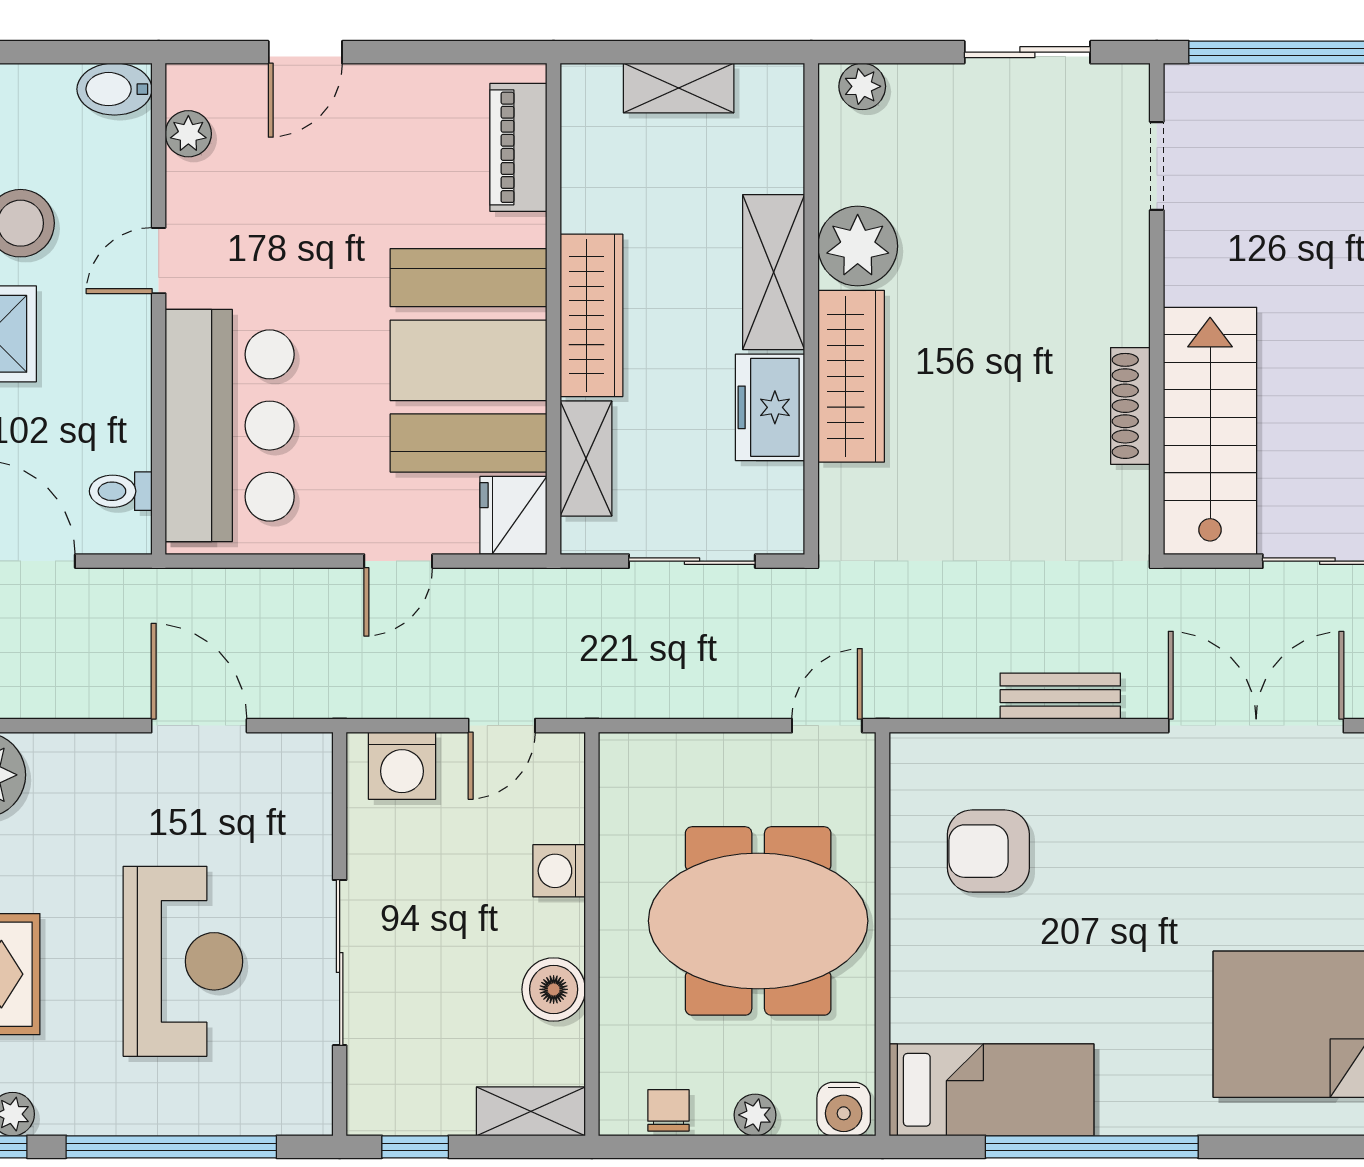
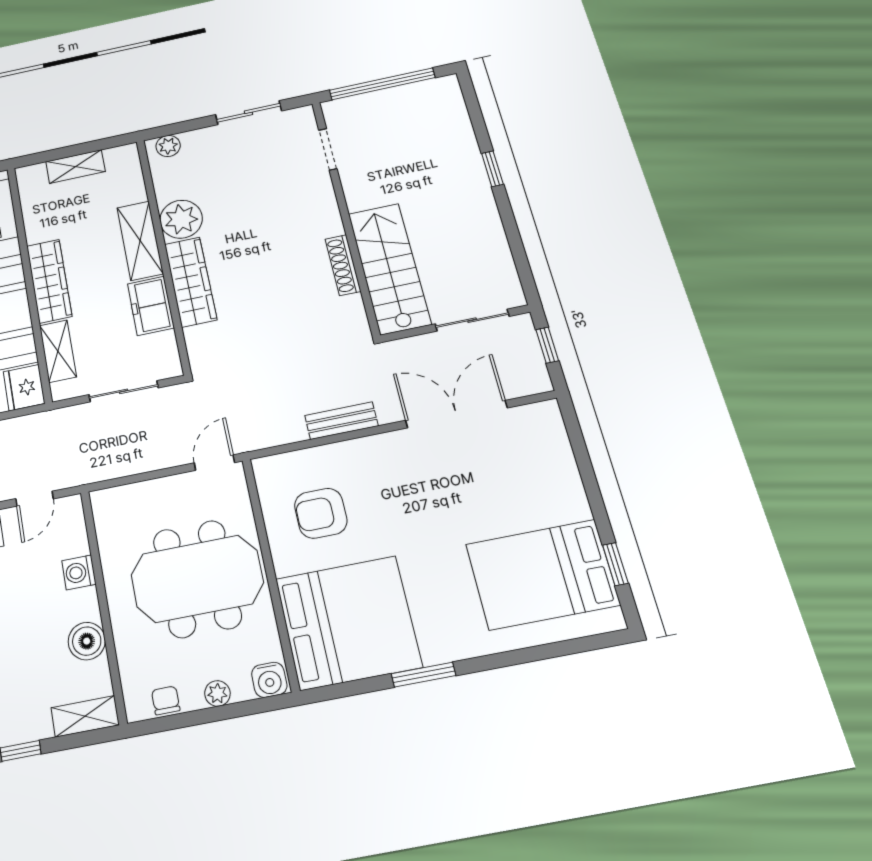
bed: (991, 1090) -> (348, 623), width x2.04
window: (1092, 1147) -> (423, 675), width x0.47

